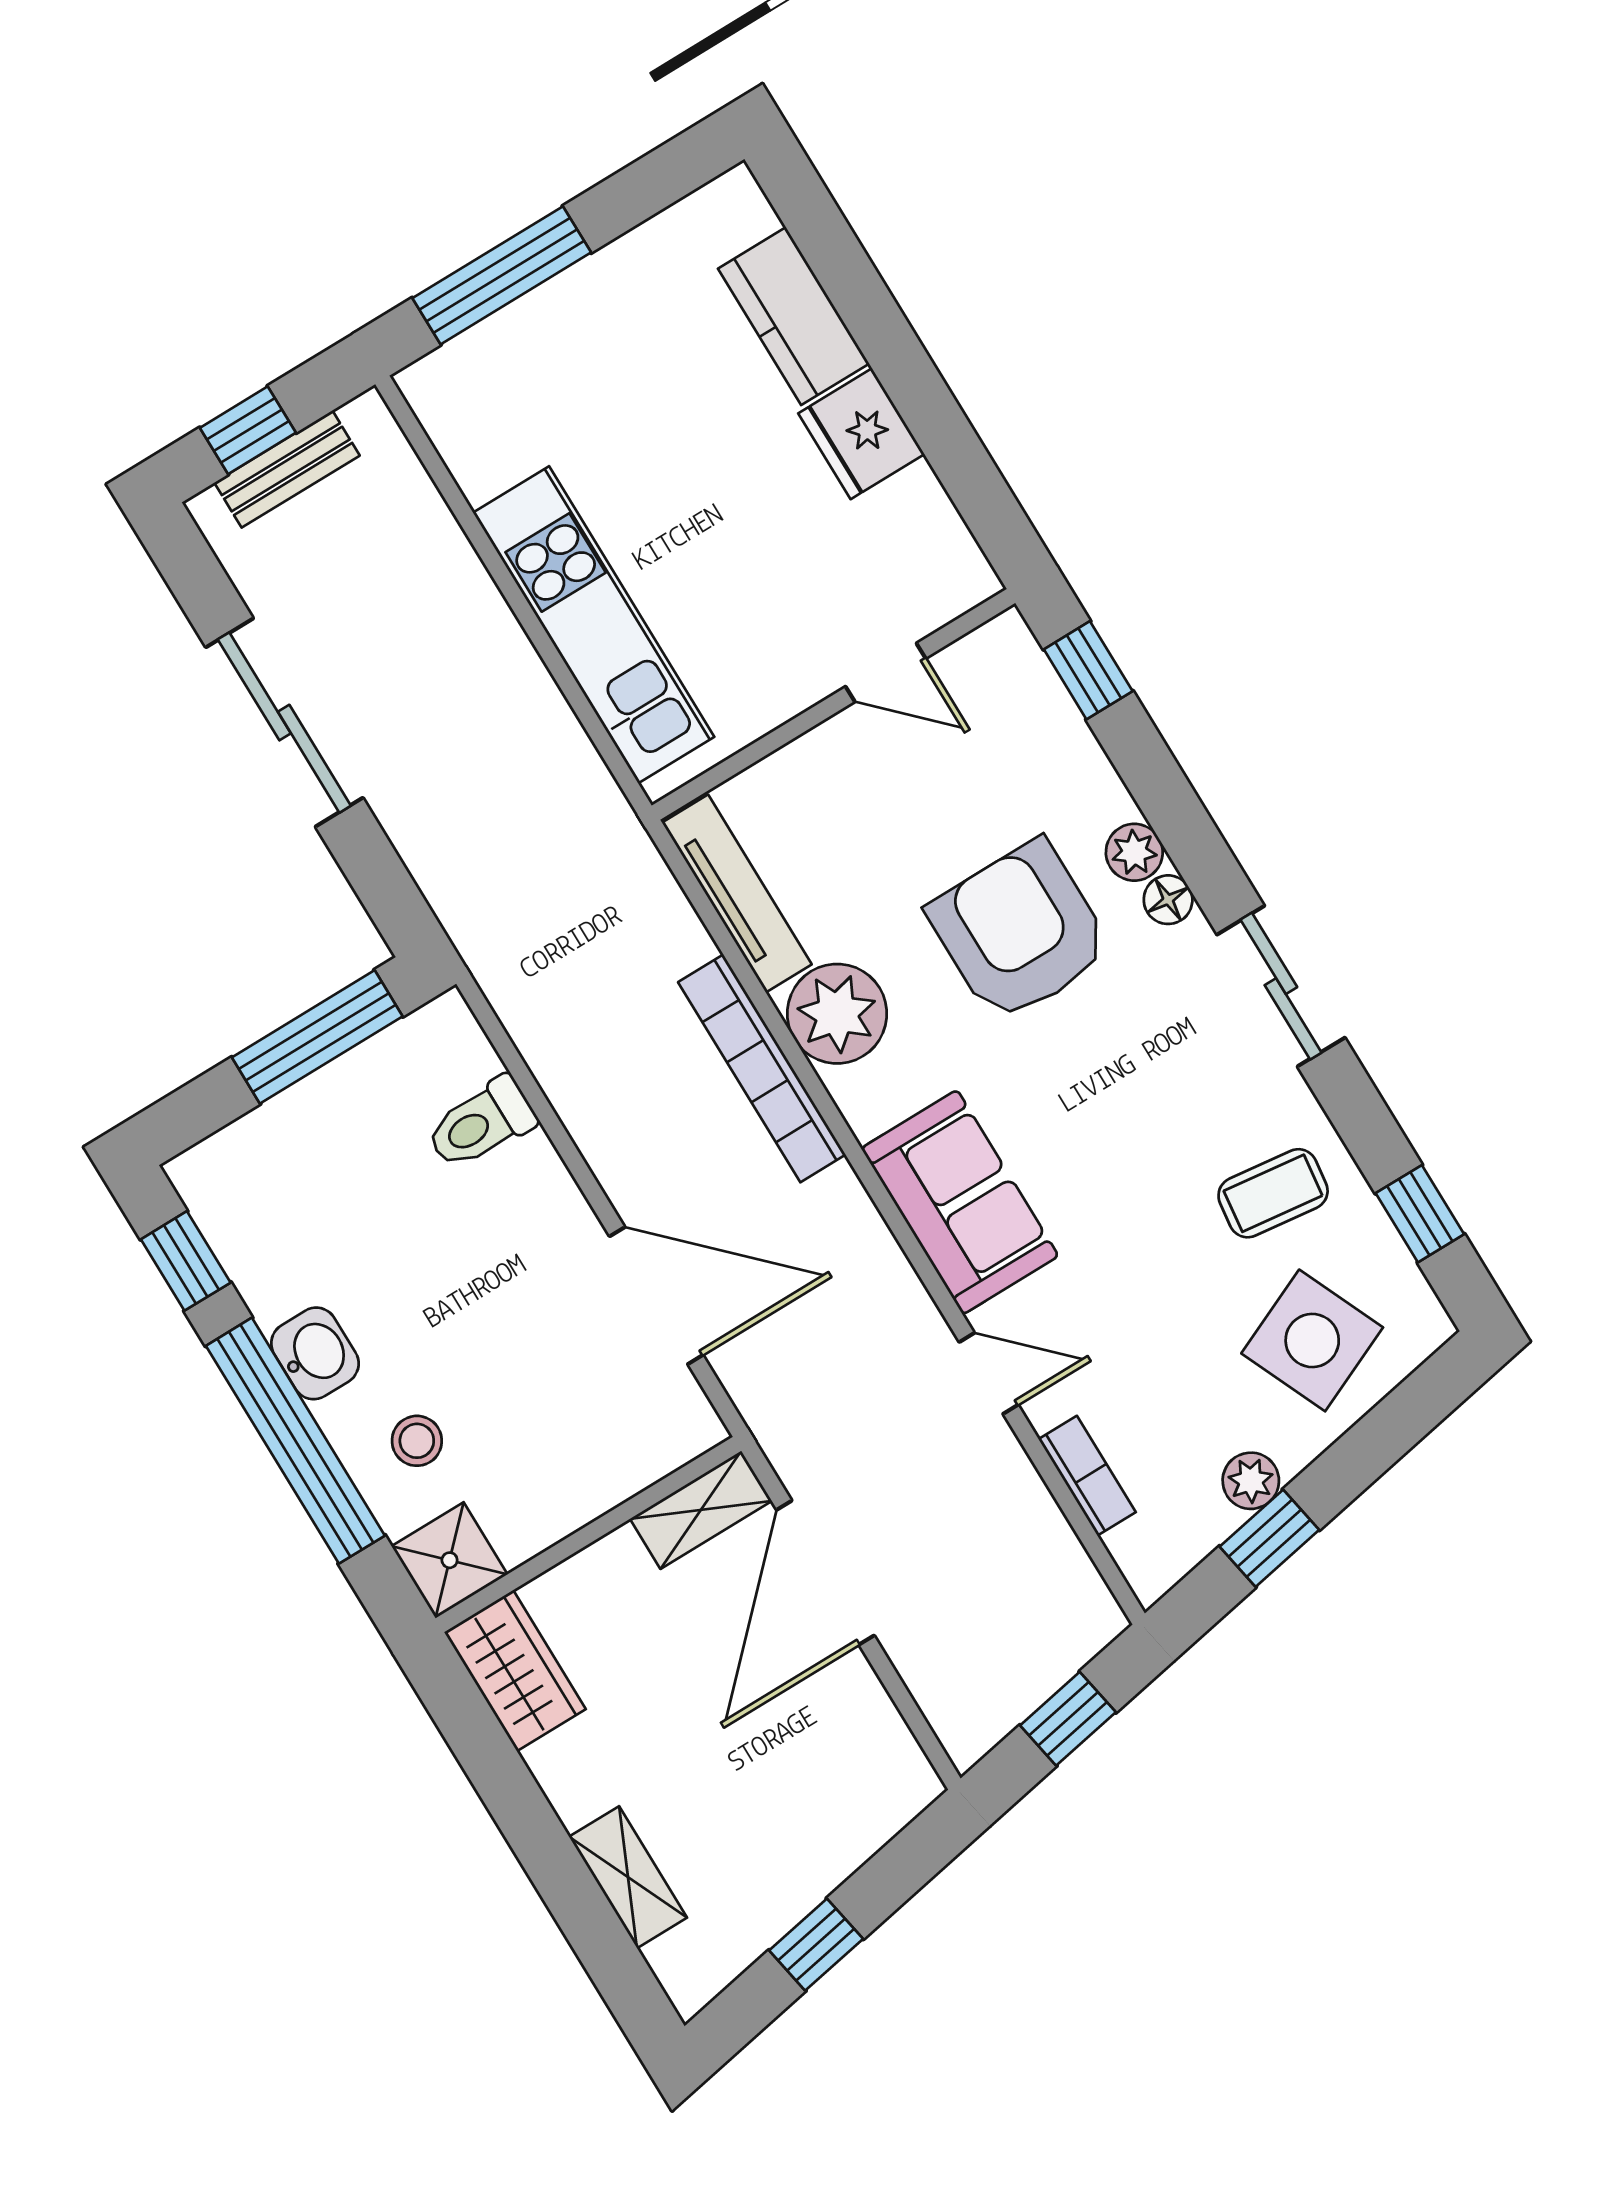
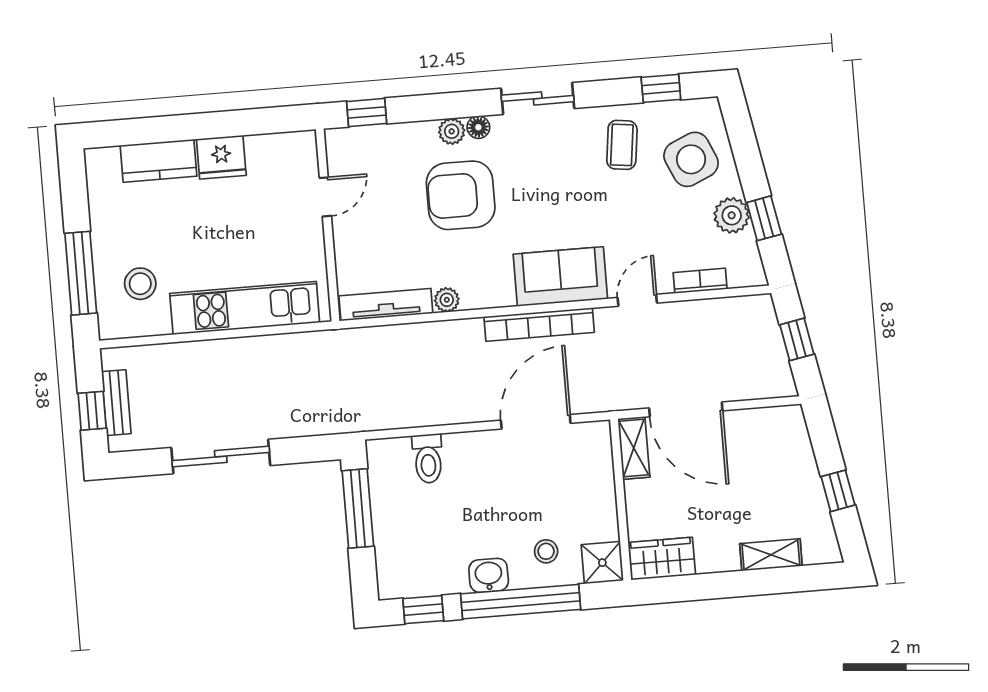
stool: (539, 400) -> (140, 284), added
plant: (837, 1014) -> (447, 300), width x0.53, depth x0.53
bookcase: (762, 1068) -> (539, 325), moved
plant: (1251, 1481) -> (732, 215), width x1.38, depth x1.38

